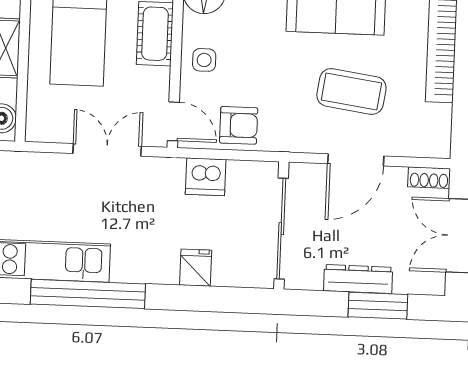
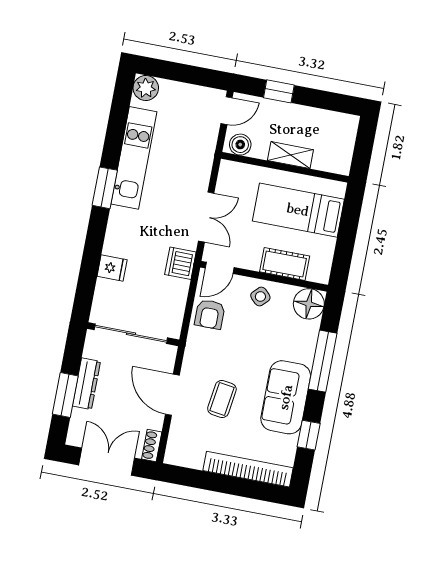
side table: (204, 60) -> (260, 296), turned 45
coffee table: (351, 91) -> (222, 399), width x0.73, depth x0.77
dishwasher: (206, 177) -> (180, 263), moved
window: (88, 294) -> (105, 188), width x0.47

